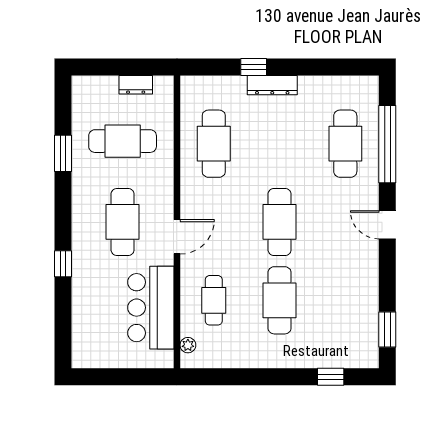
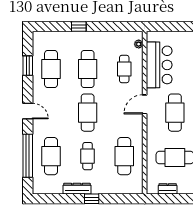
window: (254, 67) -> (92, 199), moved
dresser: (272, 85) -> (77, 189), moved
cafe table: (280, 144) -> (88, 156), added
cafe table: (345, 300) -> (51, 69), added
window: (387, 329) -> (28, 66), moved
window: (331, 377) -> (79, 26), moved

